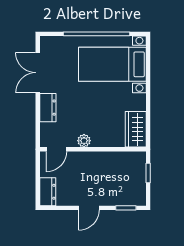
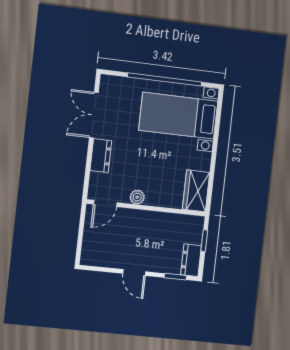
dresser: (48, 192) -> (191, 260), moved, turned 180
door: (89, 208) -> (134, 272), hinge flipped

